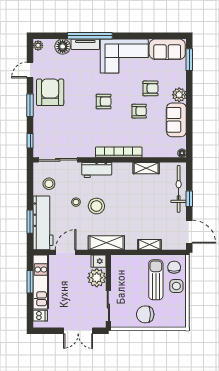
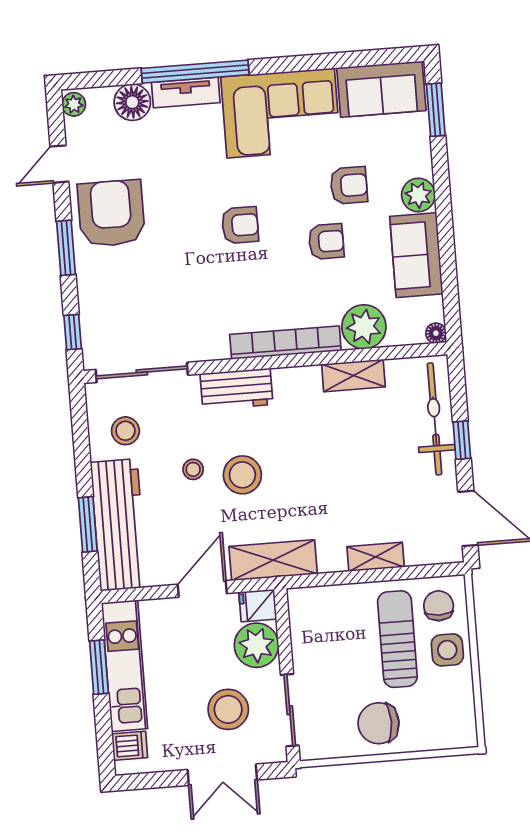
plant: (152, 148) -> (364, 327), added
door: (66, 252) -> (202, 589), moved
stool: (83, 304) -> (228, 709), added

